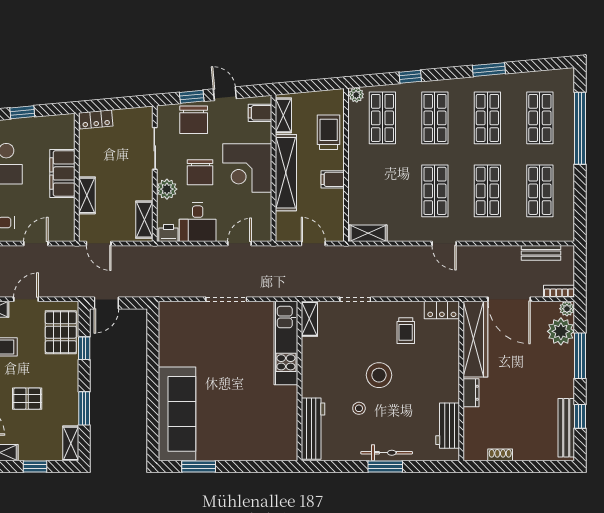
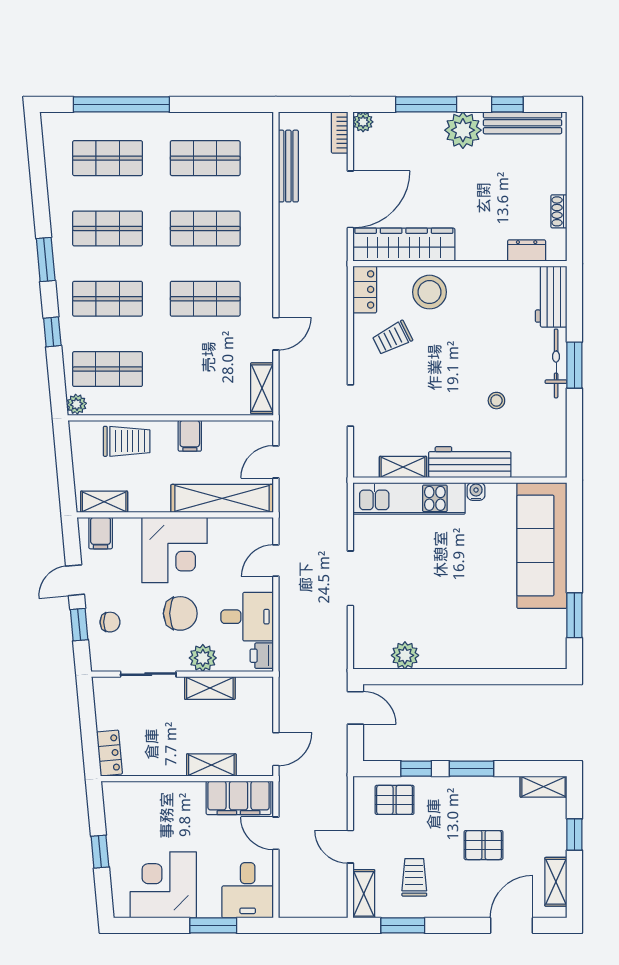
window: (489, 70) -> (46, 260), moved
chair: (194, 120) -> (110, 622), width x0.54, depth x0.54
trolley: (329, 132) -> (127, 441), turned 180
filing cabinet: (62, 173) -> (239, 798), moved
shelving: (286, 173) -> (222, 498), moved
shelving: (144, 220) -> (210, 688), moved
door: (239, 244) -> (276, 561), hinge flipped
door: (444, 244) -> (276, 334), moved
bench: (541, 253) -> (288, 166), width x1.36
door: (106, 303) -> (355, 708), moved
shelving: (309, 319) -> (403, 467), moved
trolley: (406, 331) -> (392, 338), turned 153
plant: (561, 331) -> (463, 130), moved
pallet: (61, 332) -> (395, 800), width x0.67, depth x0.71
plant: (169, 340) -> (405, 655), added
stool: (379, 375) -> (430, 292), moved
water cooler: (291, 393) -> (476, 491), added
dresser: (471, 393) -> (527, 250), moved
pallet: (27, 399) -> (483, 845), turned 90
window: (84, 408) -> (471, 769), moved
sofa: (177, 414) -> (542, 545), moved, turned -90
workbench: (448, 426) -> (551, 297), moved, turned 90
workbench: (313, 429) -> (470, 462), moved

